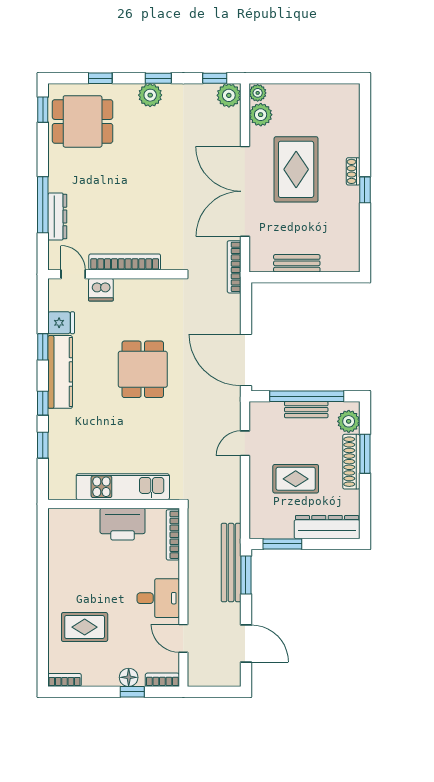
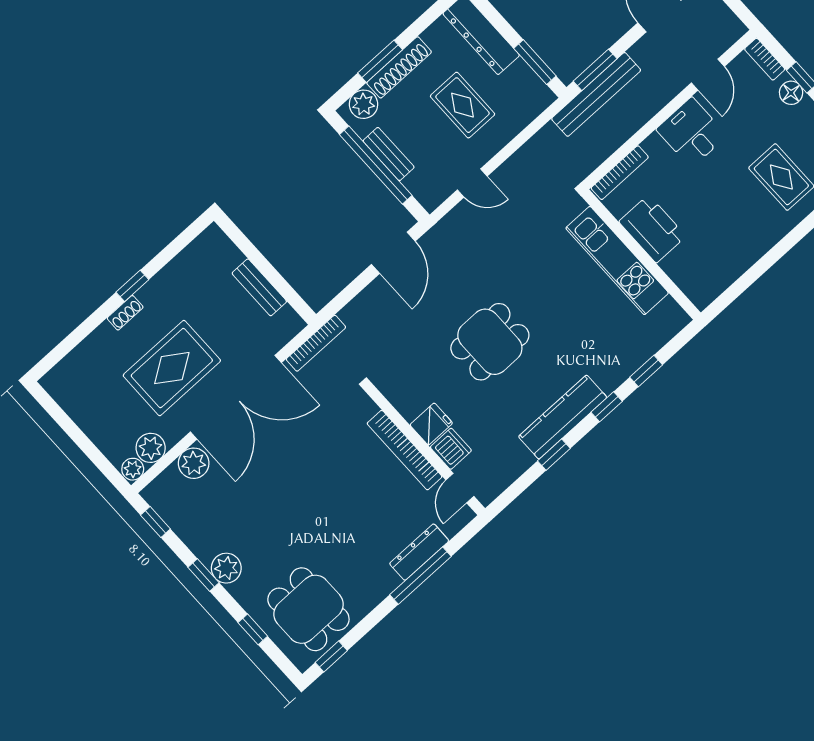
plant: (229, 95) -> (194, 463), moved
fridge: (61, 323) -> (431, 424), moved, turned 90
door: (246, 360) -> (393, 253), width x0.73

